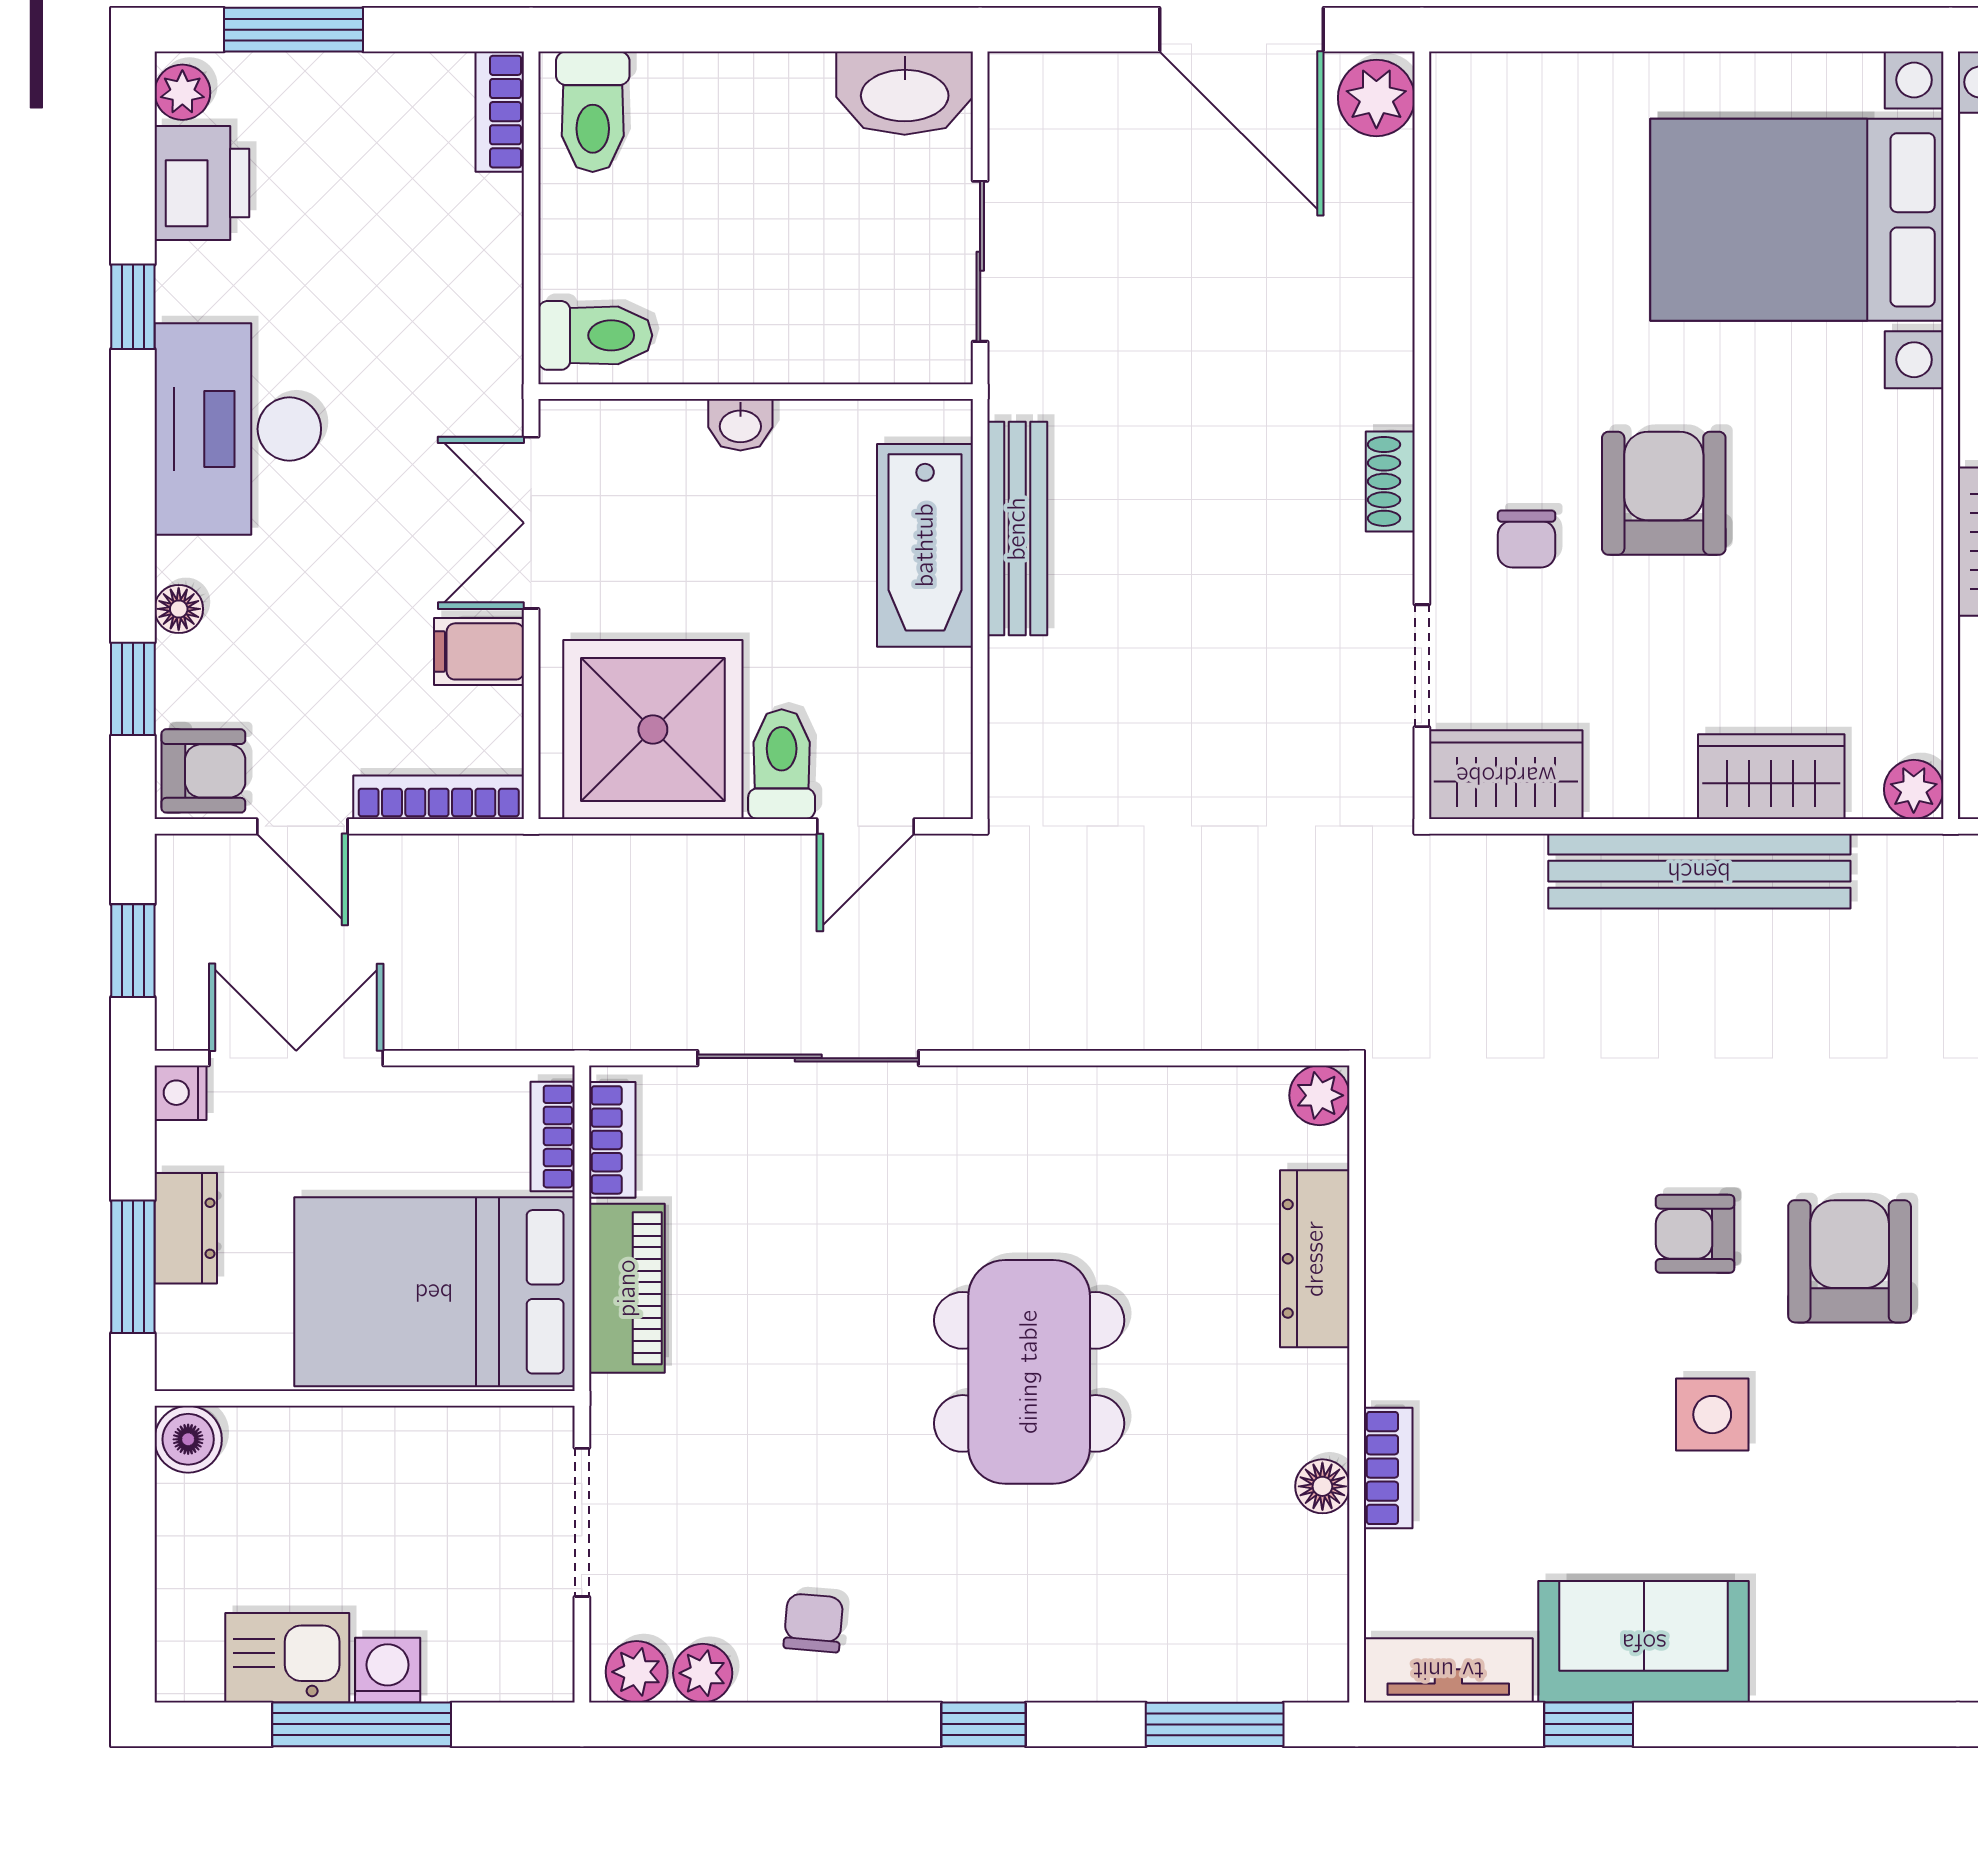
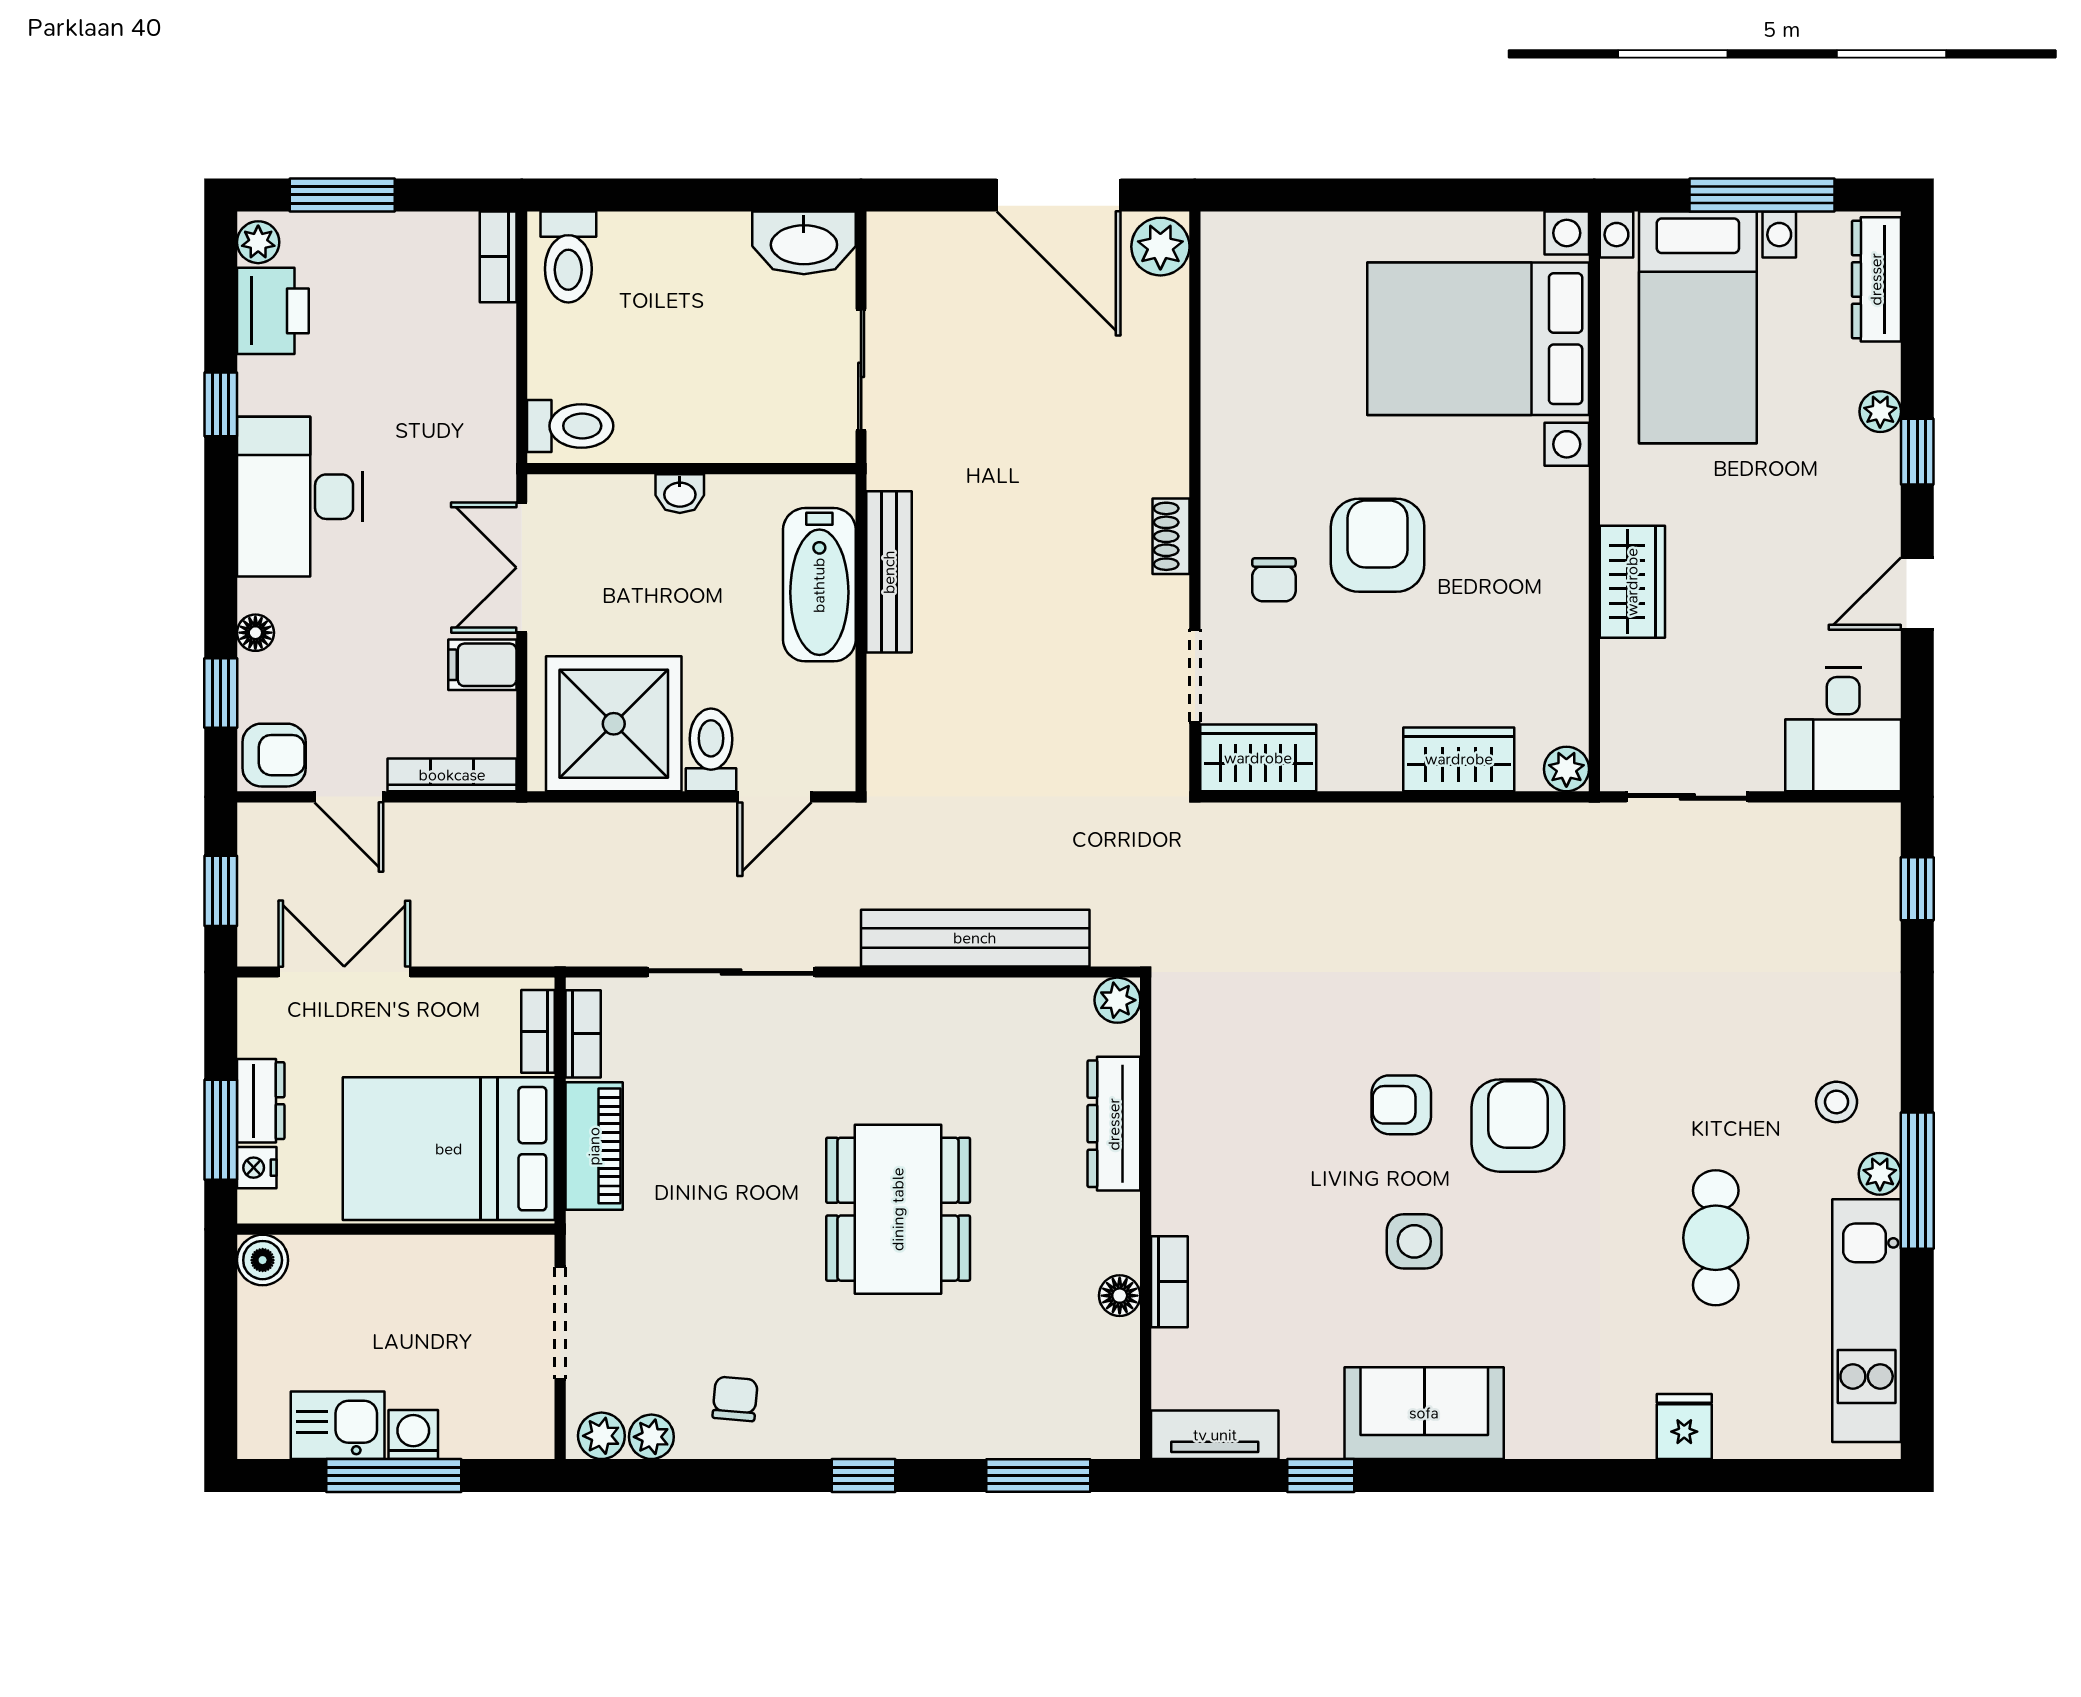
bench: (1699, 871) -> (975, 938), moved
nightstand: (180, 1093) -> (257, 1168), moved
sofa: (1644, 1642) -> (1424, 1413), moved

